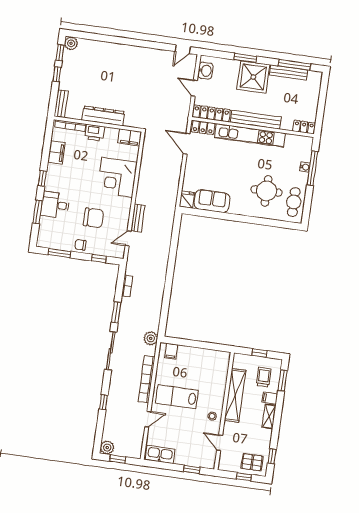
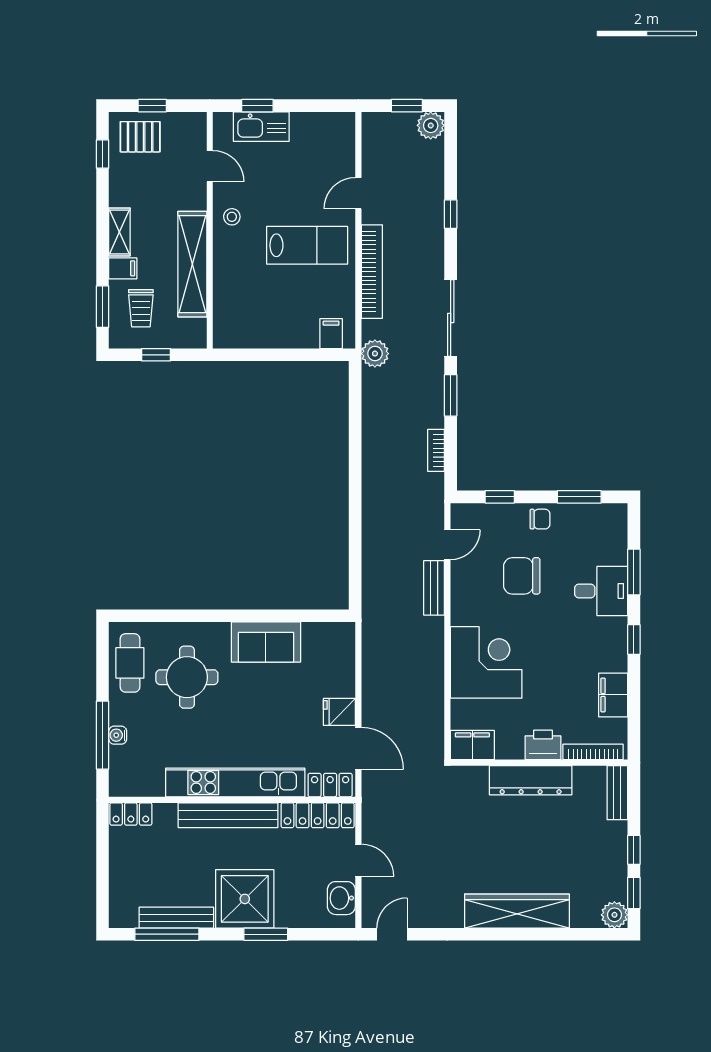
wardrobe: (119, 52) -> (517, 911), added
fridge: (187, 200) -> (339, 712), moved, turned 90
sofa: (212, 201) -> (266, 642), moved
kitchen sink: (160, 454) -> (261, 127), moved

